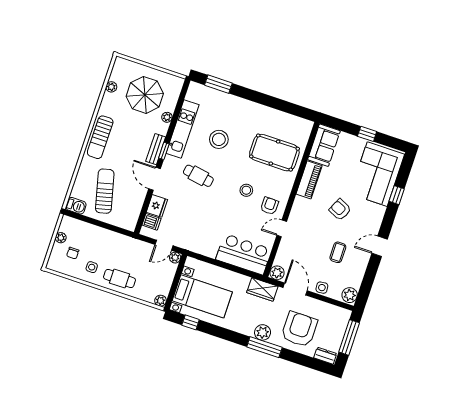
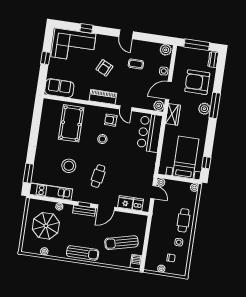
kitchen unit: (182, 129) -> (51, 192), moved
piano: (309, 180) -> (103, 97), moved

